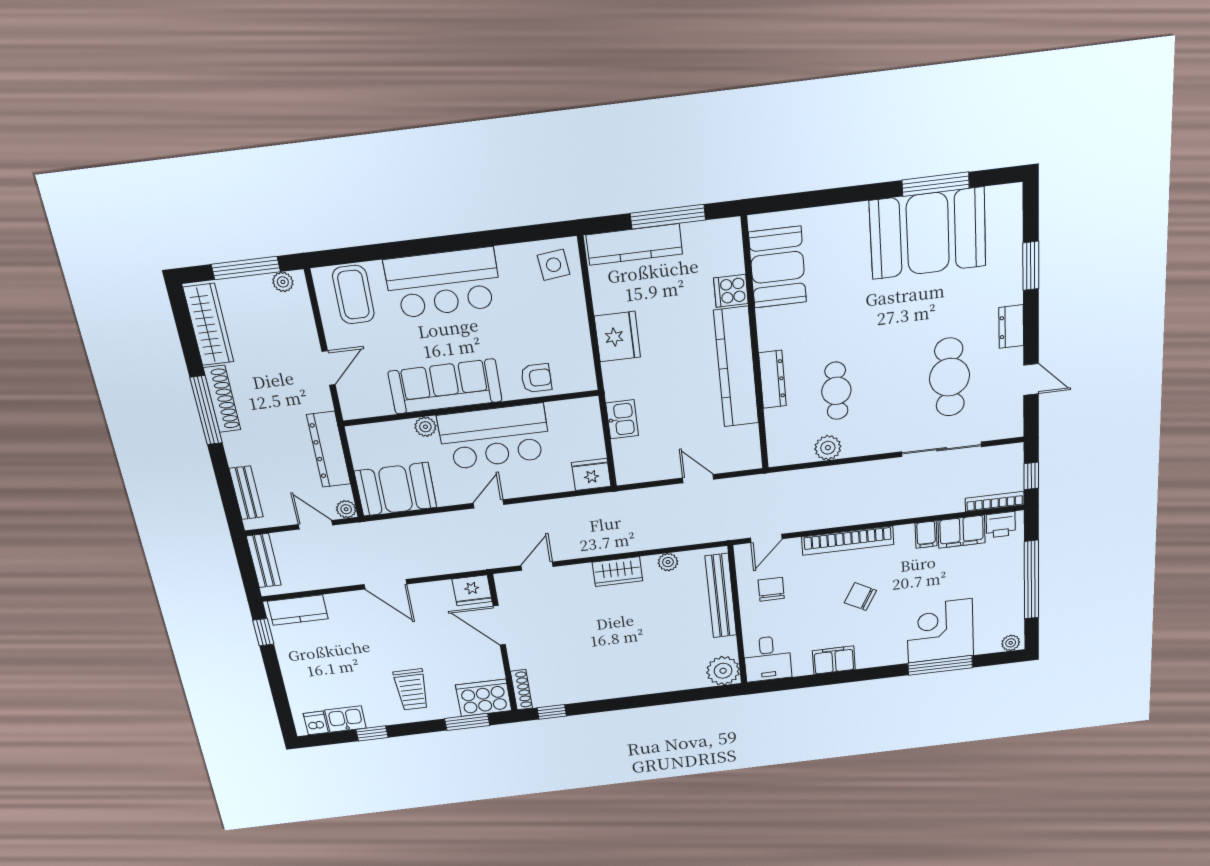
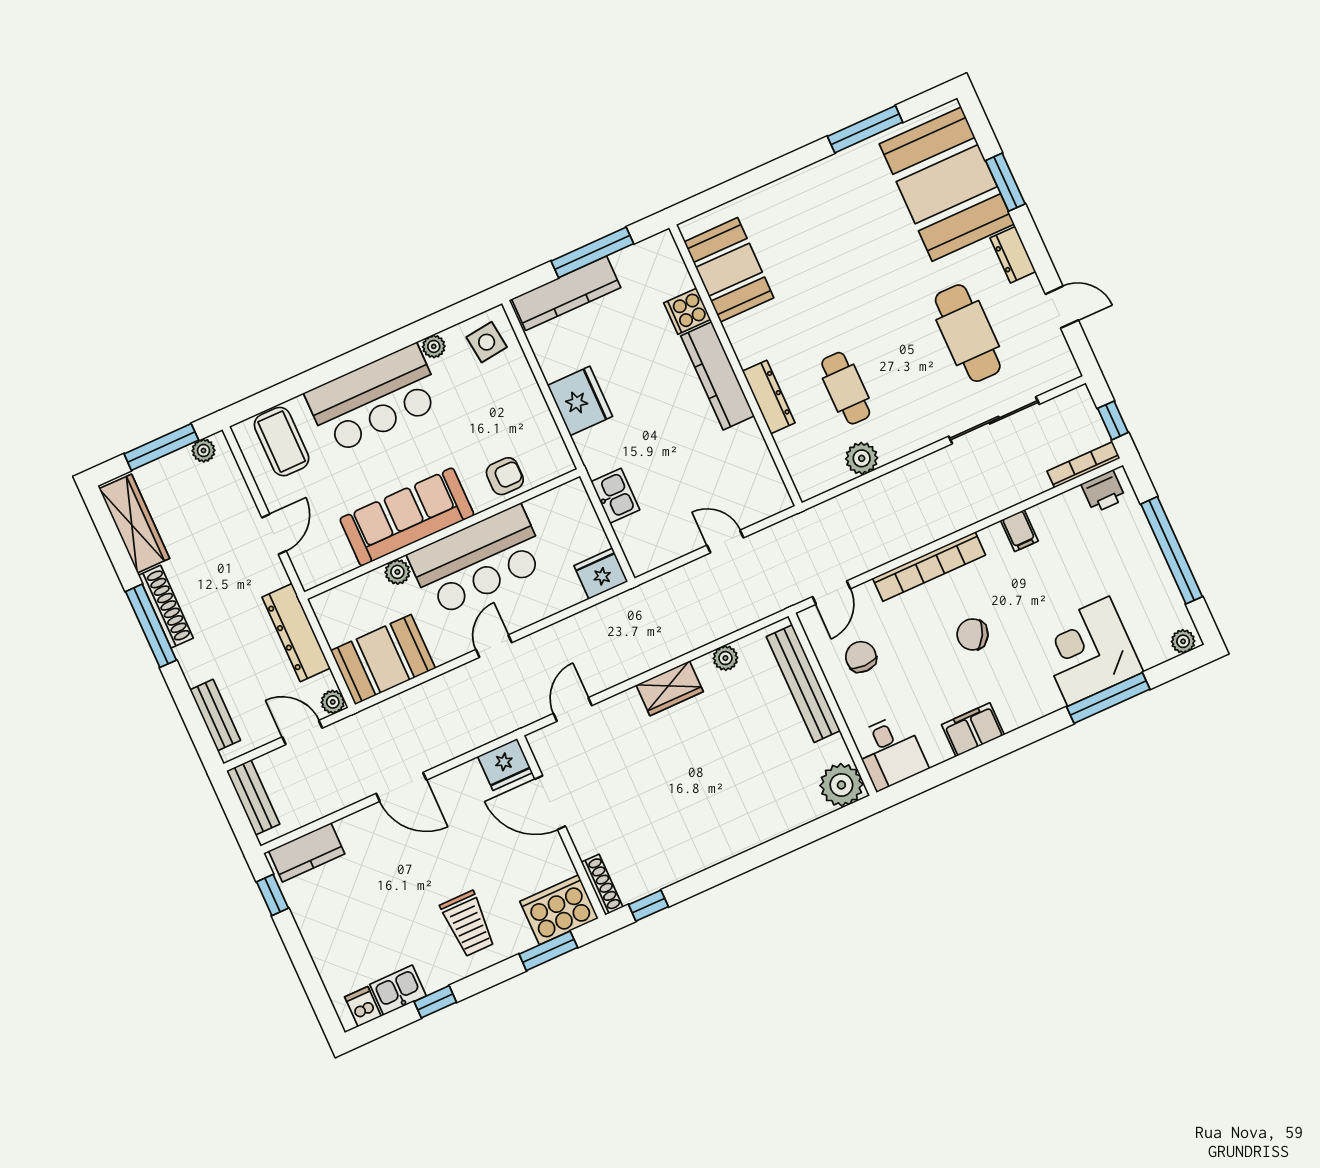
booth: (928, 233) -> (947, 184), moved, turned 90
plant: (507, 255) -> (434, 346), added
kitchen counter: (736, 367) -> (717, 376), width x0.72, depth x0.86
filing cabinet: (962, 532) -> (1060, 514), removed

